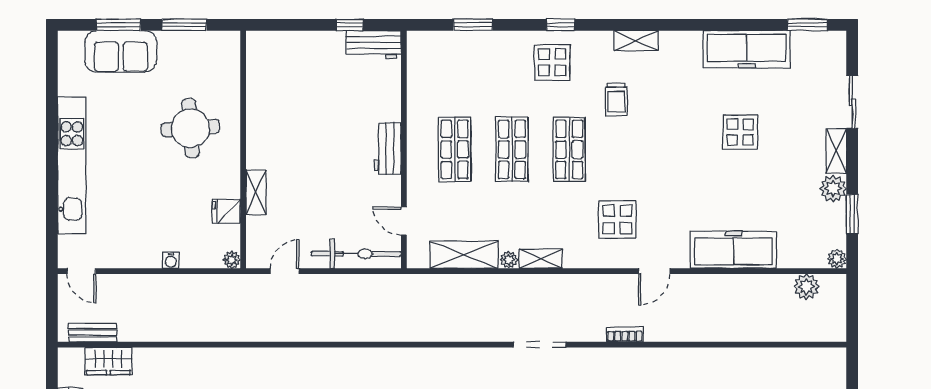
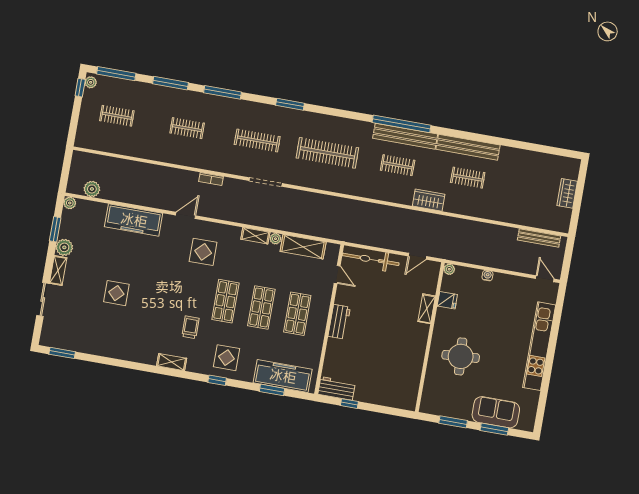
freezer: (747, 49) -> (283, 376), moved
bench: (93, 333) -> (539, 238), width x1.36
wardrobe: (108, 361) -> (429, 200), moved

